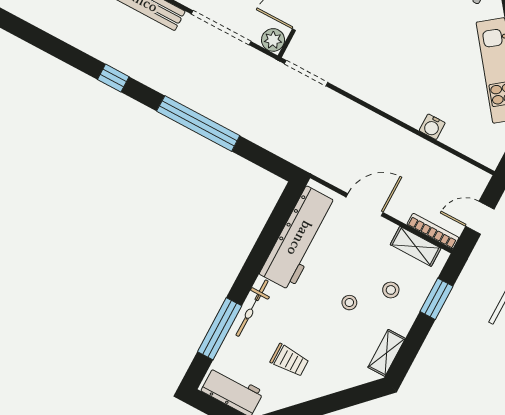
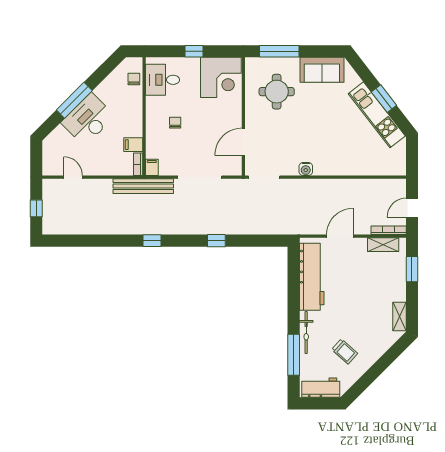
plant: (273, 40) -> (234, 168), removed
window: (198, 123) -> (216, 241), width x0.32
water cooler: (432, 127) -> (306, 169), moved
stool: (391, 290) -> (382, 278), removed
stool: (349, 303) -> (362, 299), removed
trolley: (289, 360) -> (345, 351), turned 42

